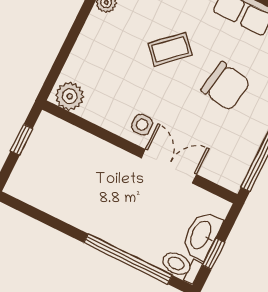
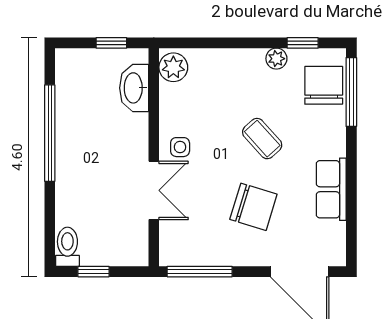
chair: (226, 86) -> (253, 207), turned -82
washbasin: (201, 235) -> (134, 88), moved, turned -90
window: (128, 259) -> (50, 133), moved

